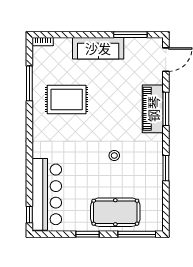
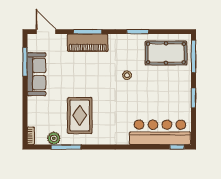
sofa: (98, 48) -> (36, 74), moved
plant: (40, 69) -> (54, 138), added
pool table: (115, 212) -> (166, 53), moved, turned 90

